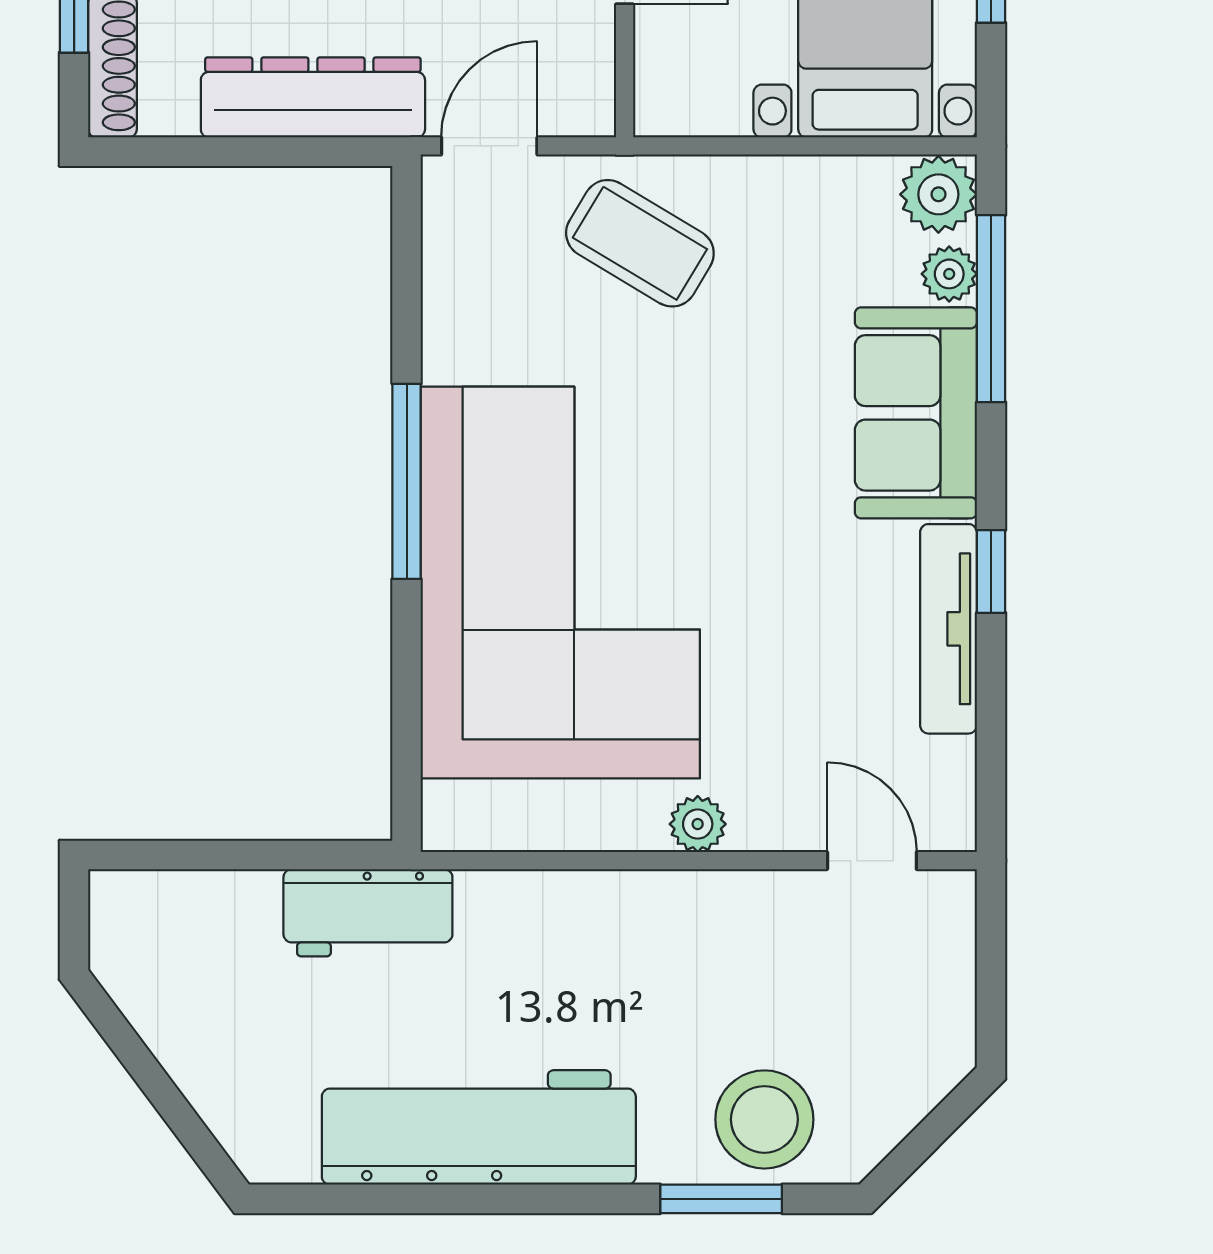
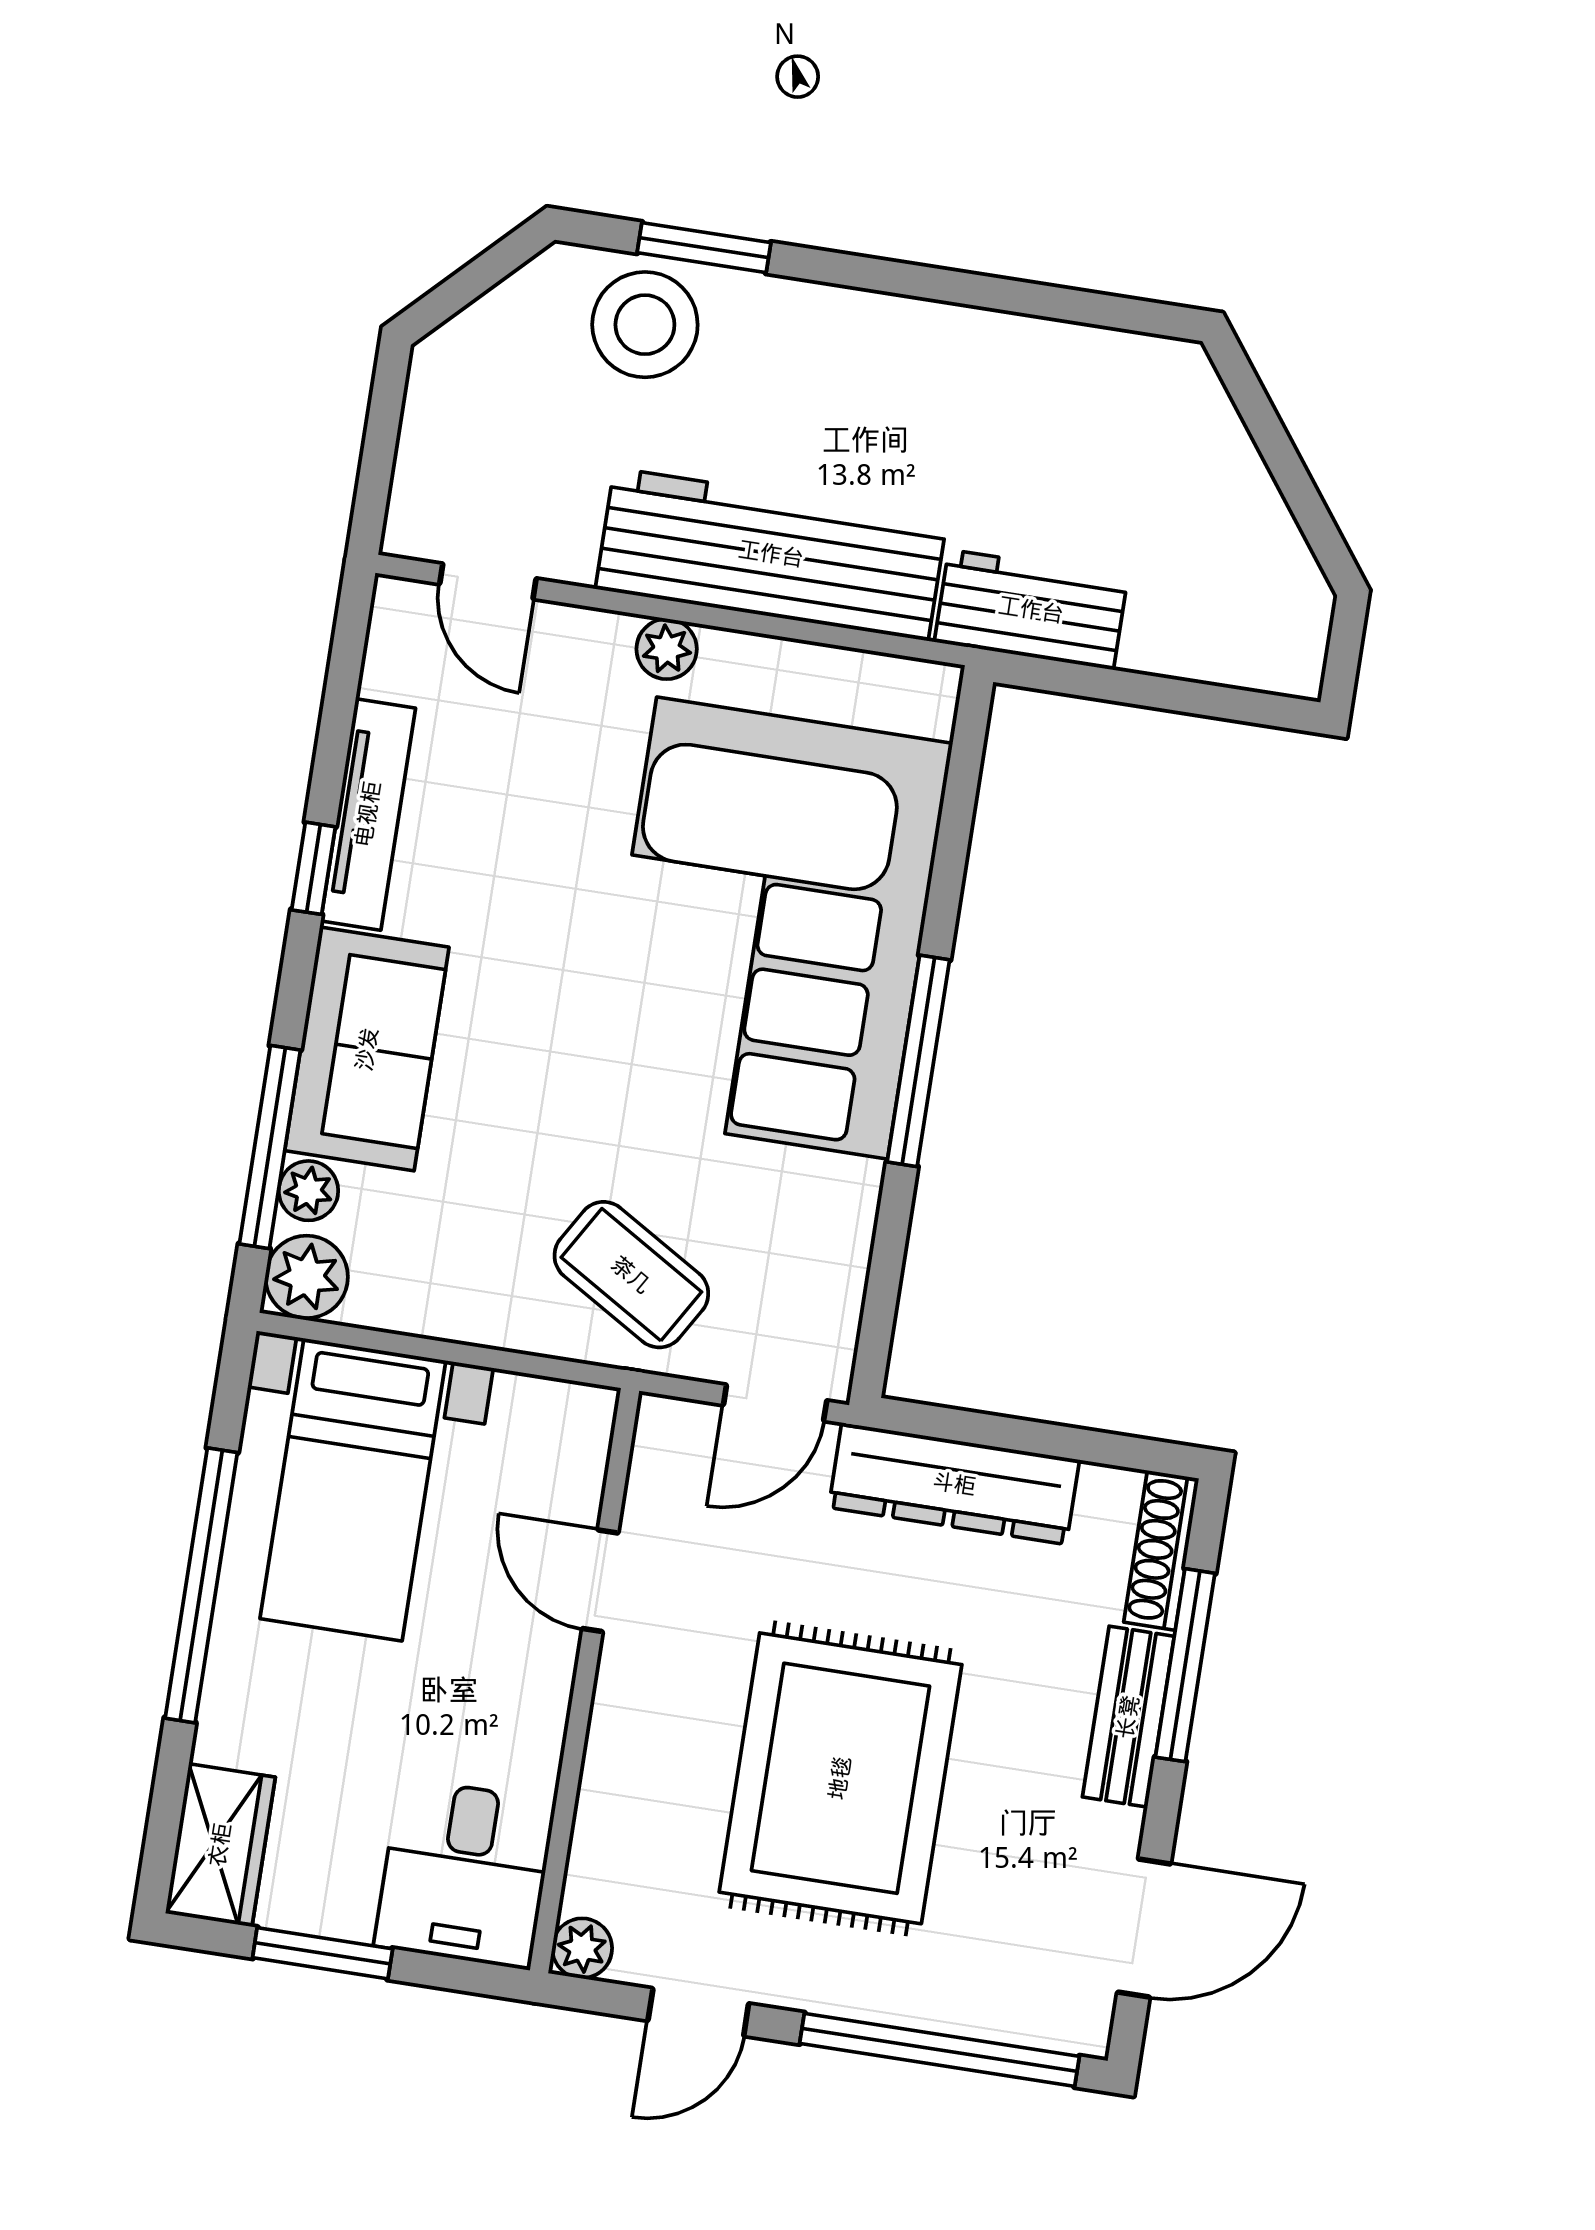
workbench: (479, 1127) -> (771, 554), moved, turned 180

